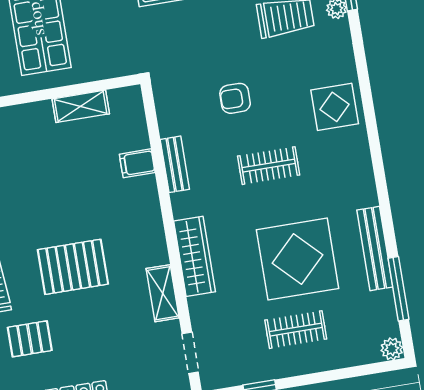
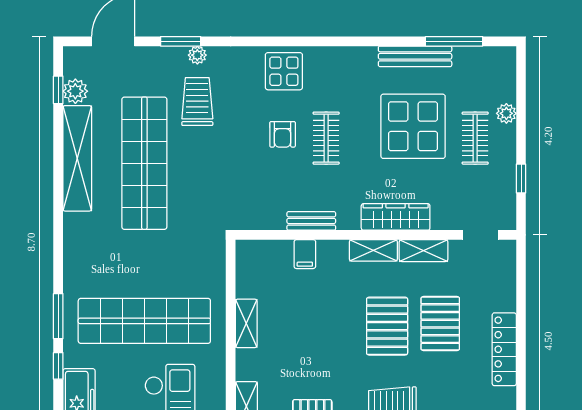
armchair: (235, 98) -> (283, 134), moved
shelving: (81, 106) -> (246, 323), moved
shelving: (154, 238) -> (373, 250), added
pallet: (30, 339) -> (440, 324), moved, width x1.50, depth x1.42
plant: (392, 349) -> (506, 113), moved

